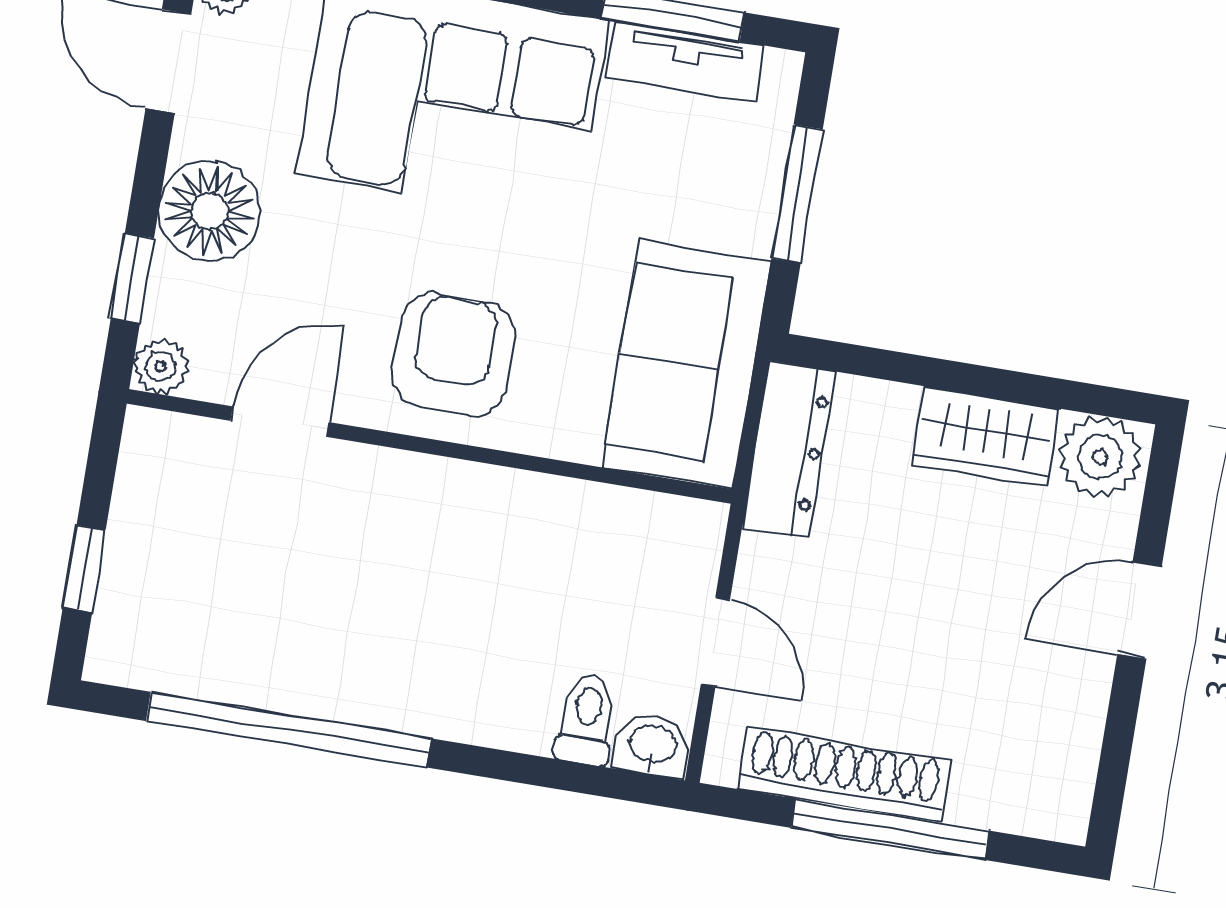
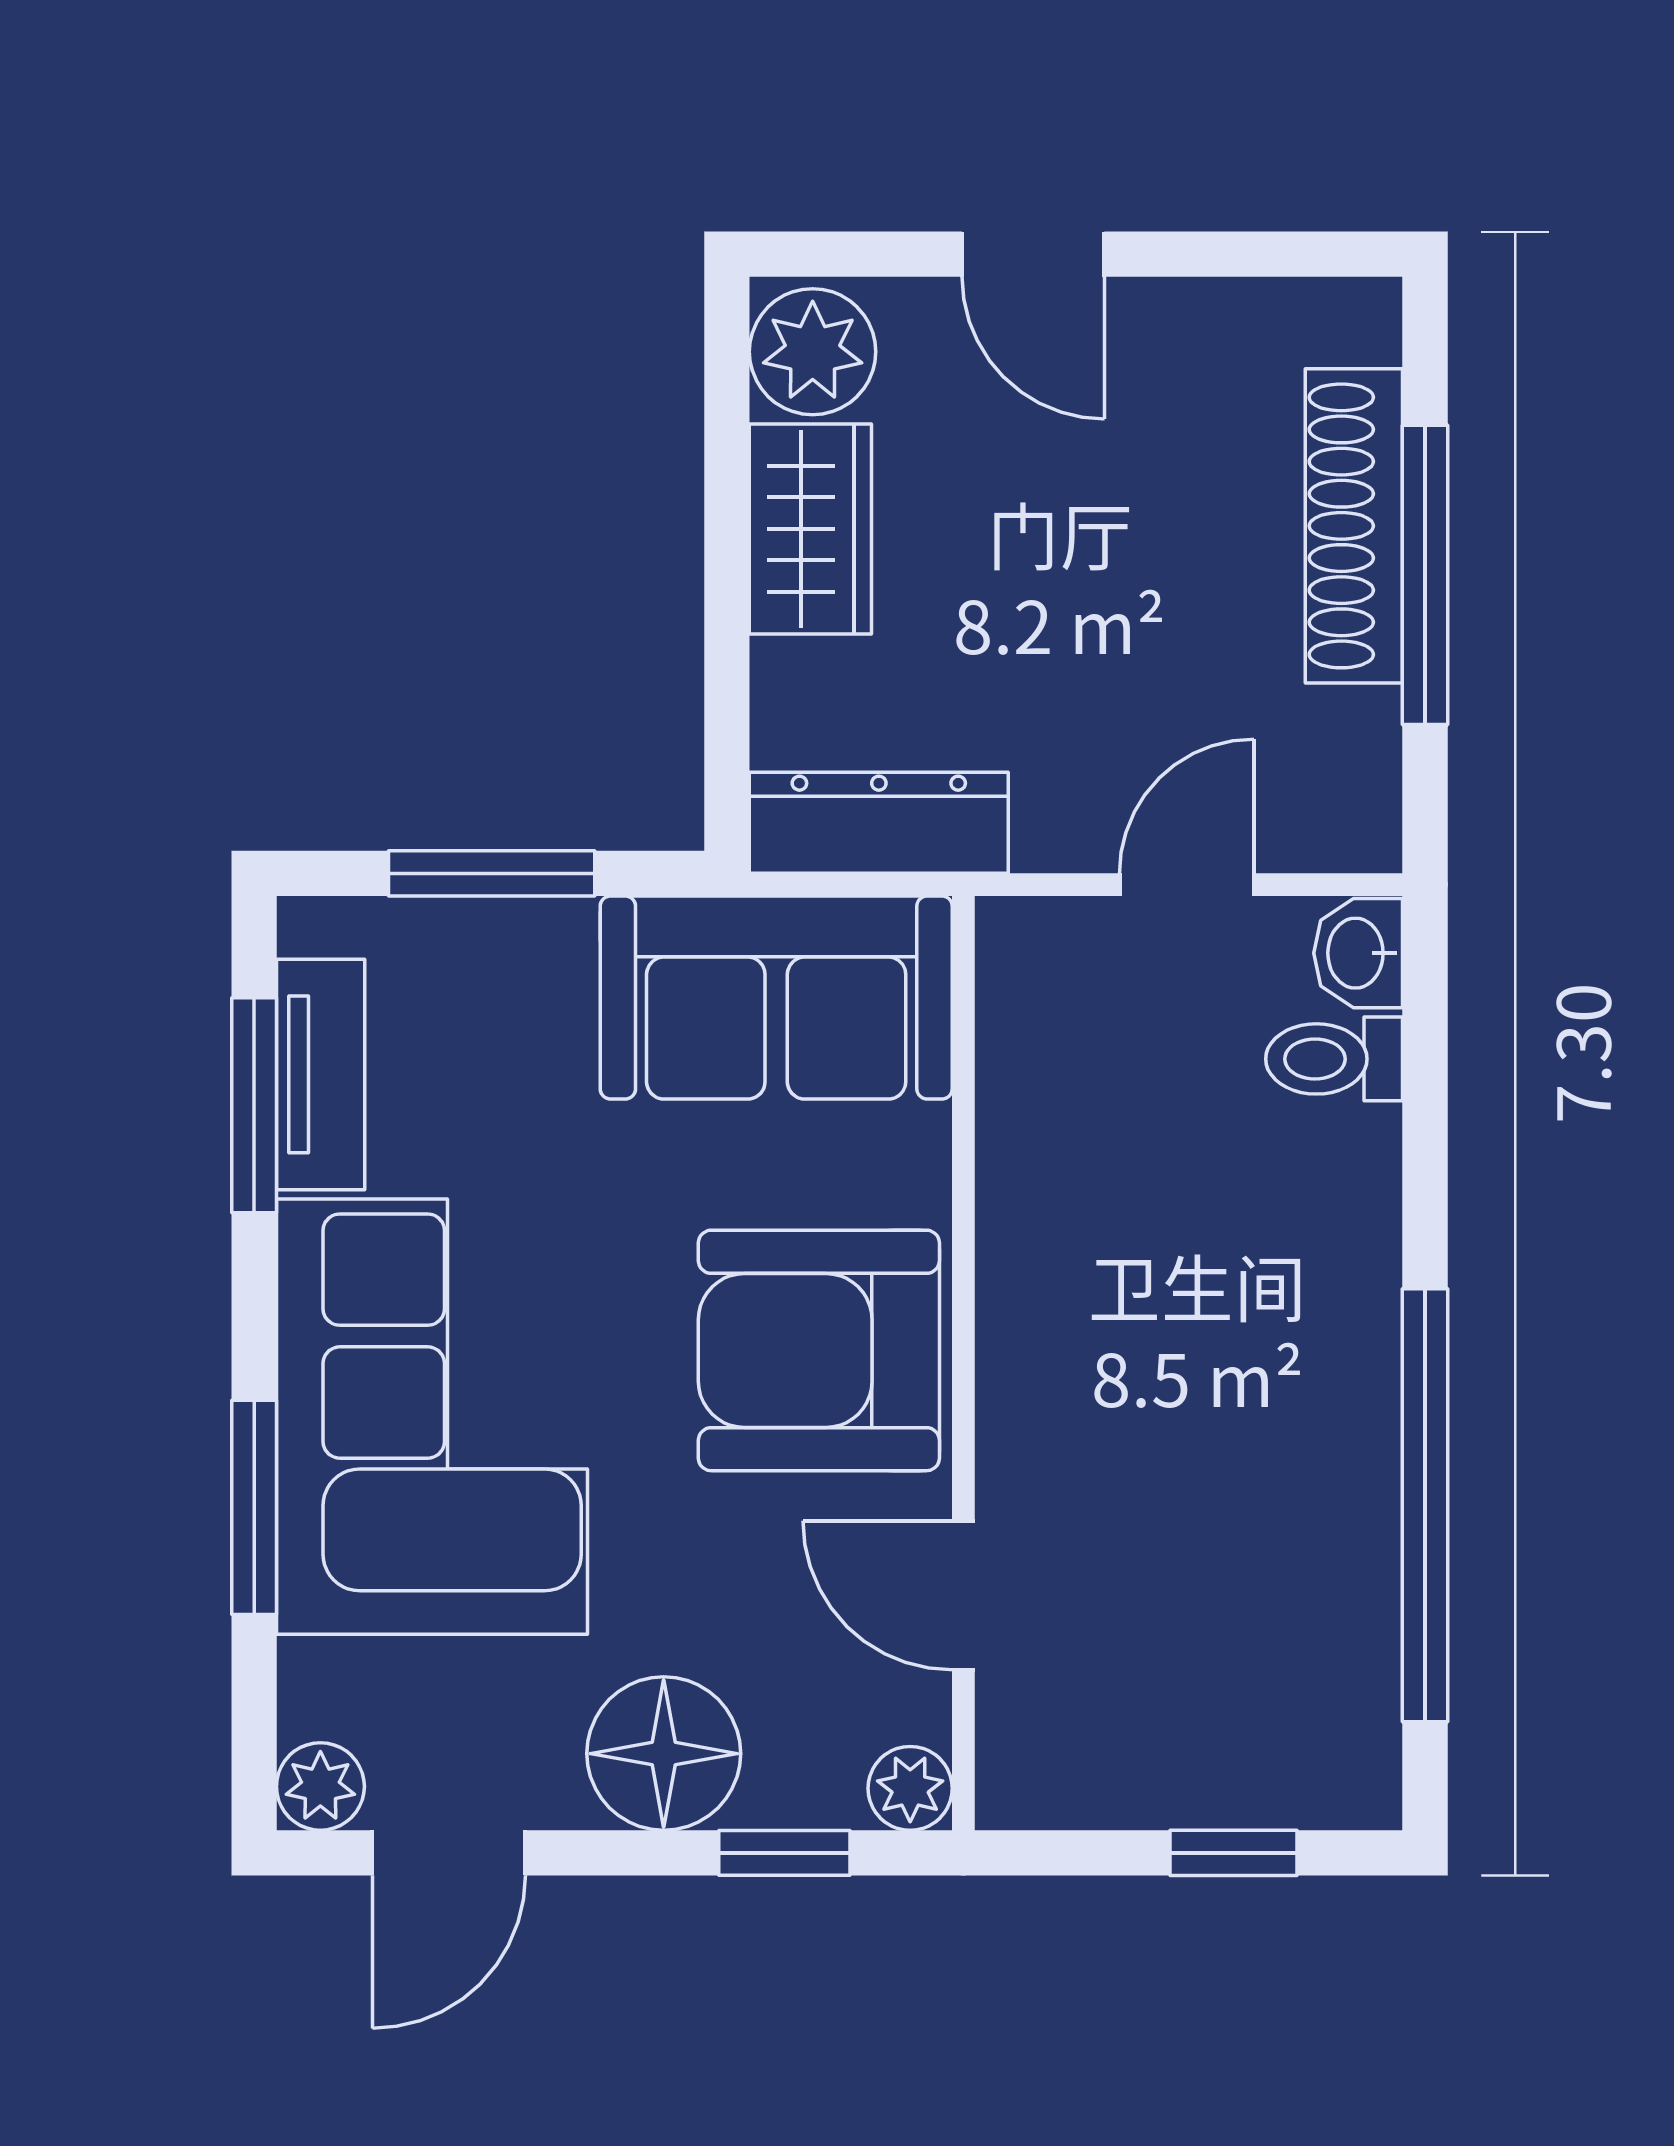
armchair: (454, 354) -> (819, 1350), width x1.36, depth x1.36
shoe rack: (844, 774) -> (1354, 526), moved

